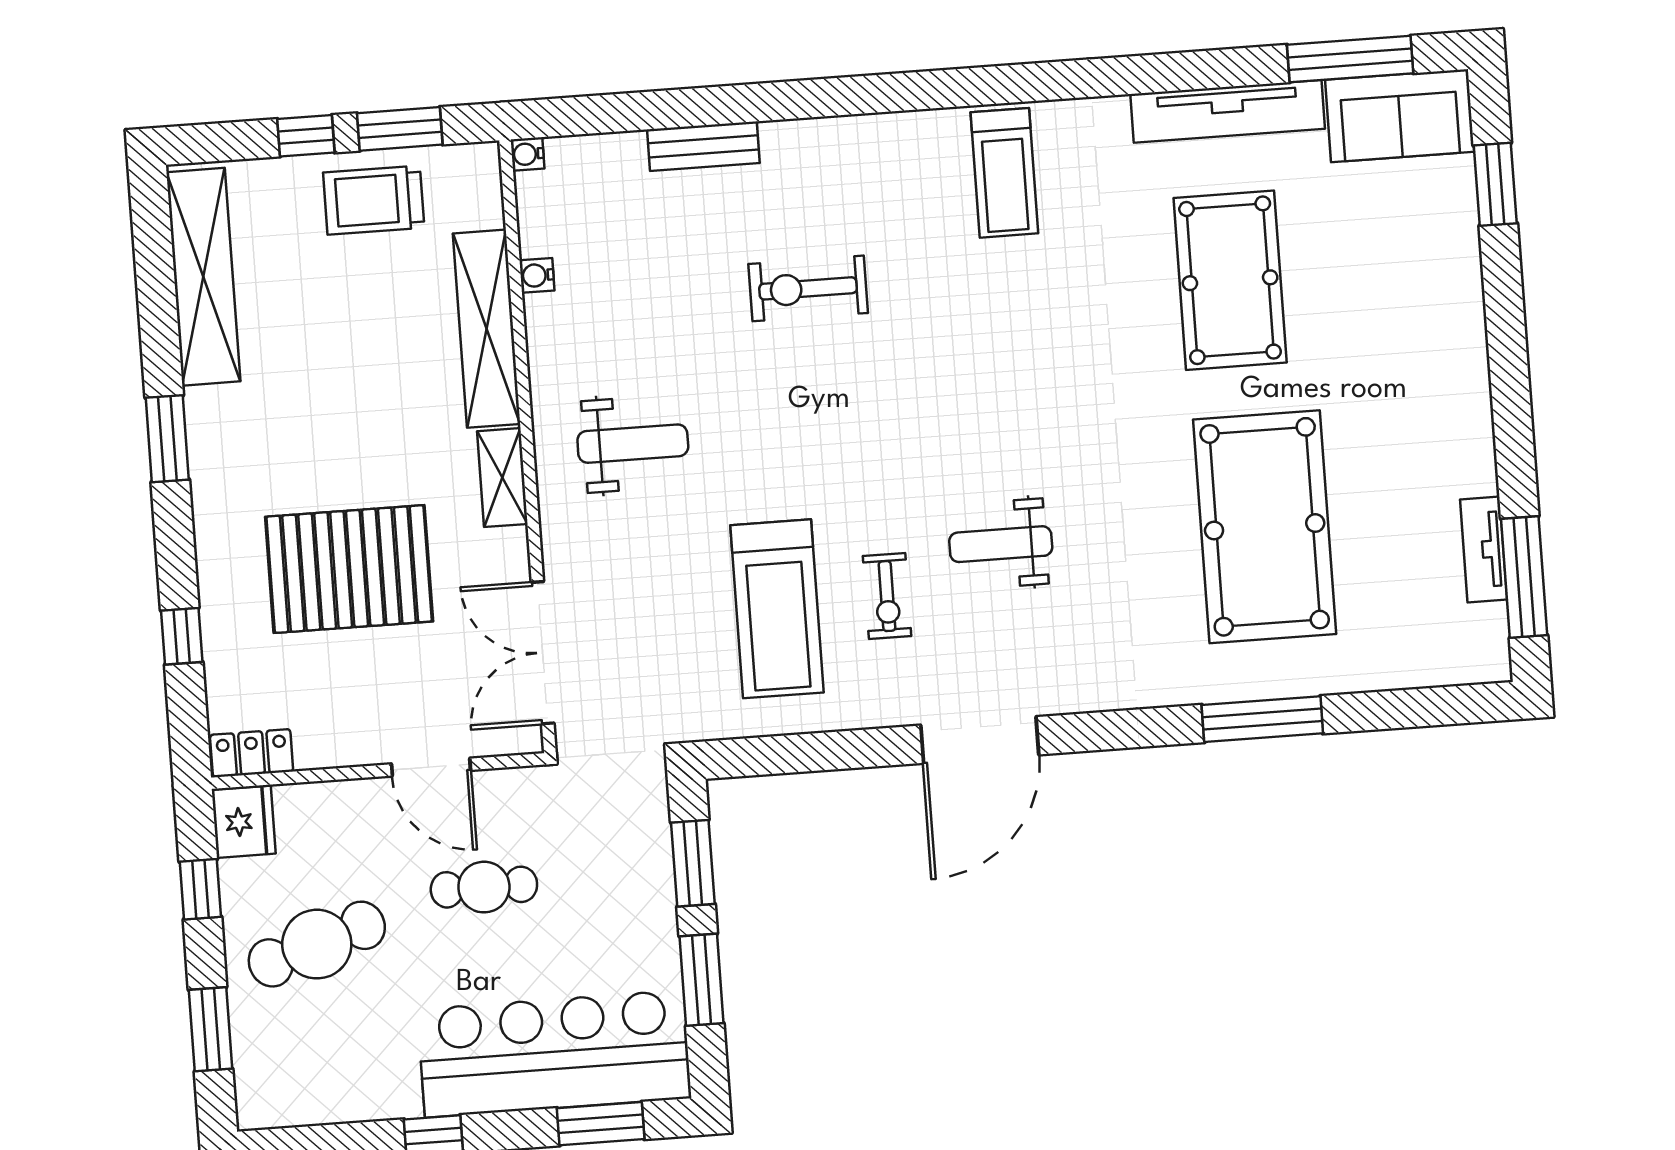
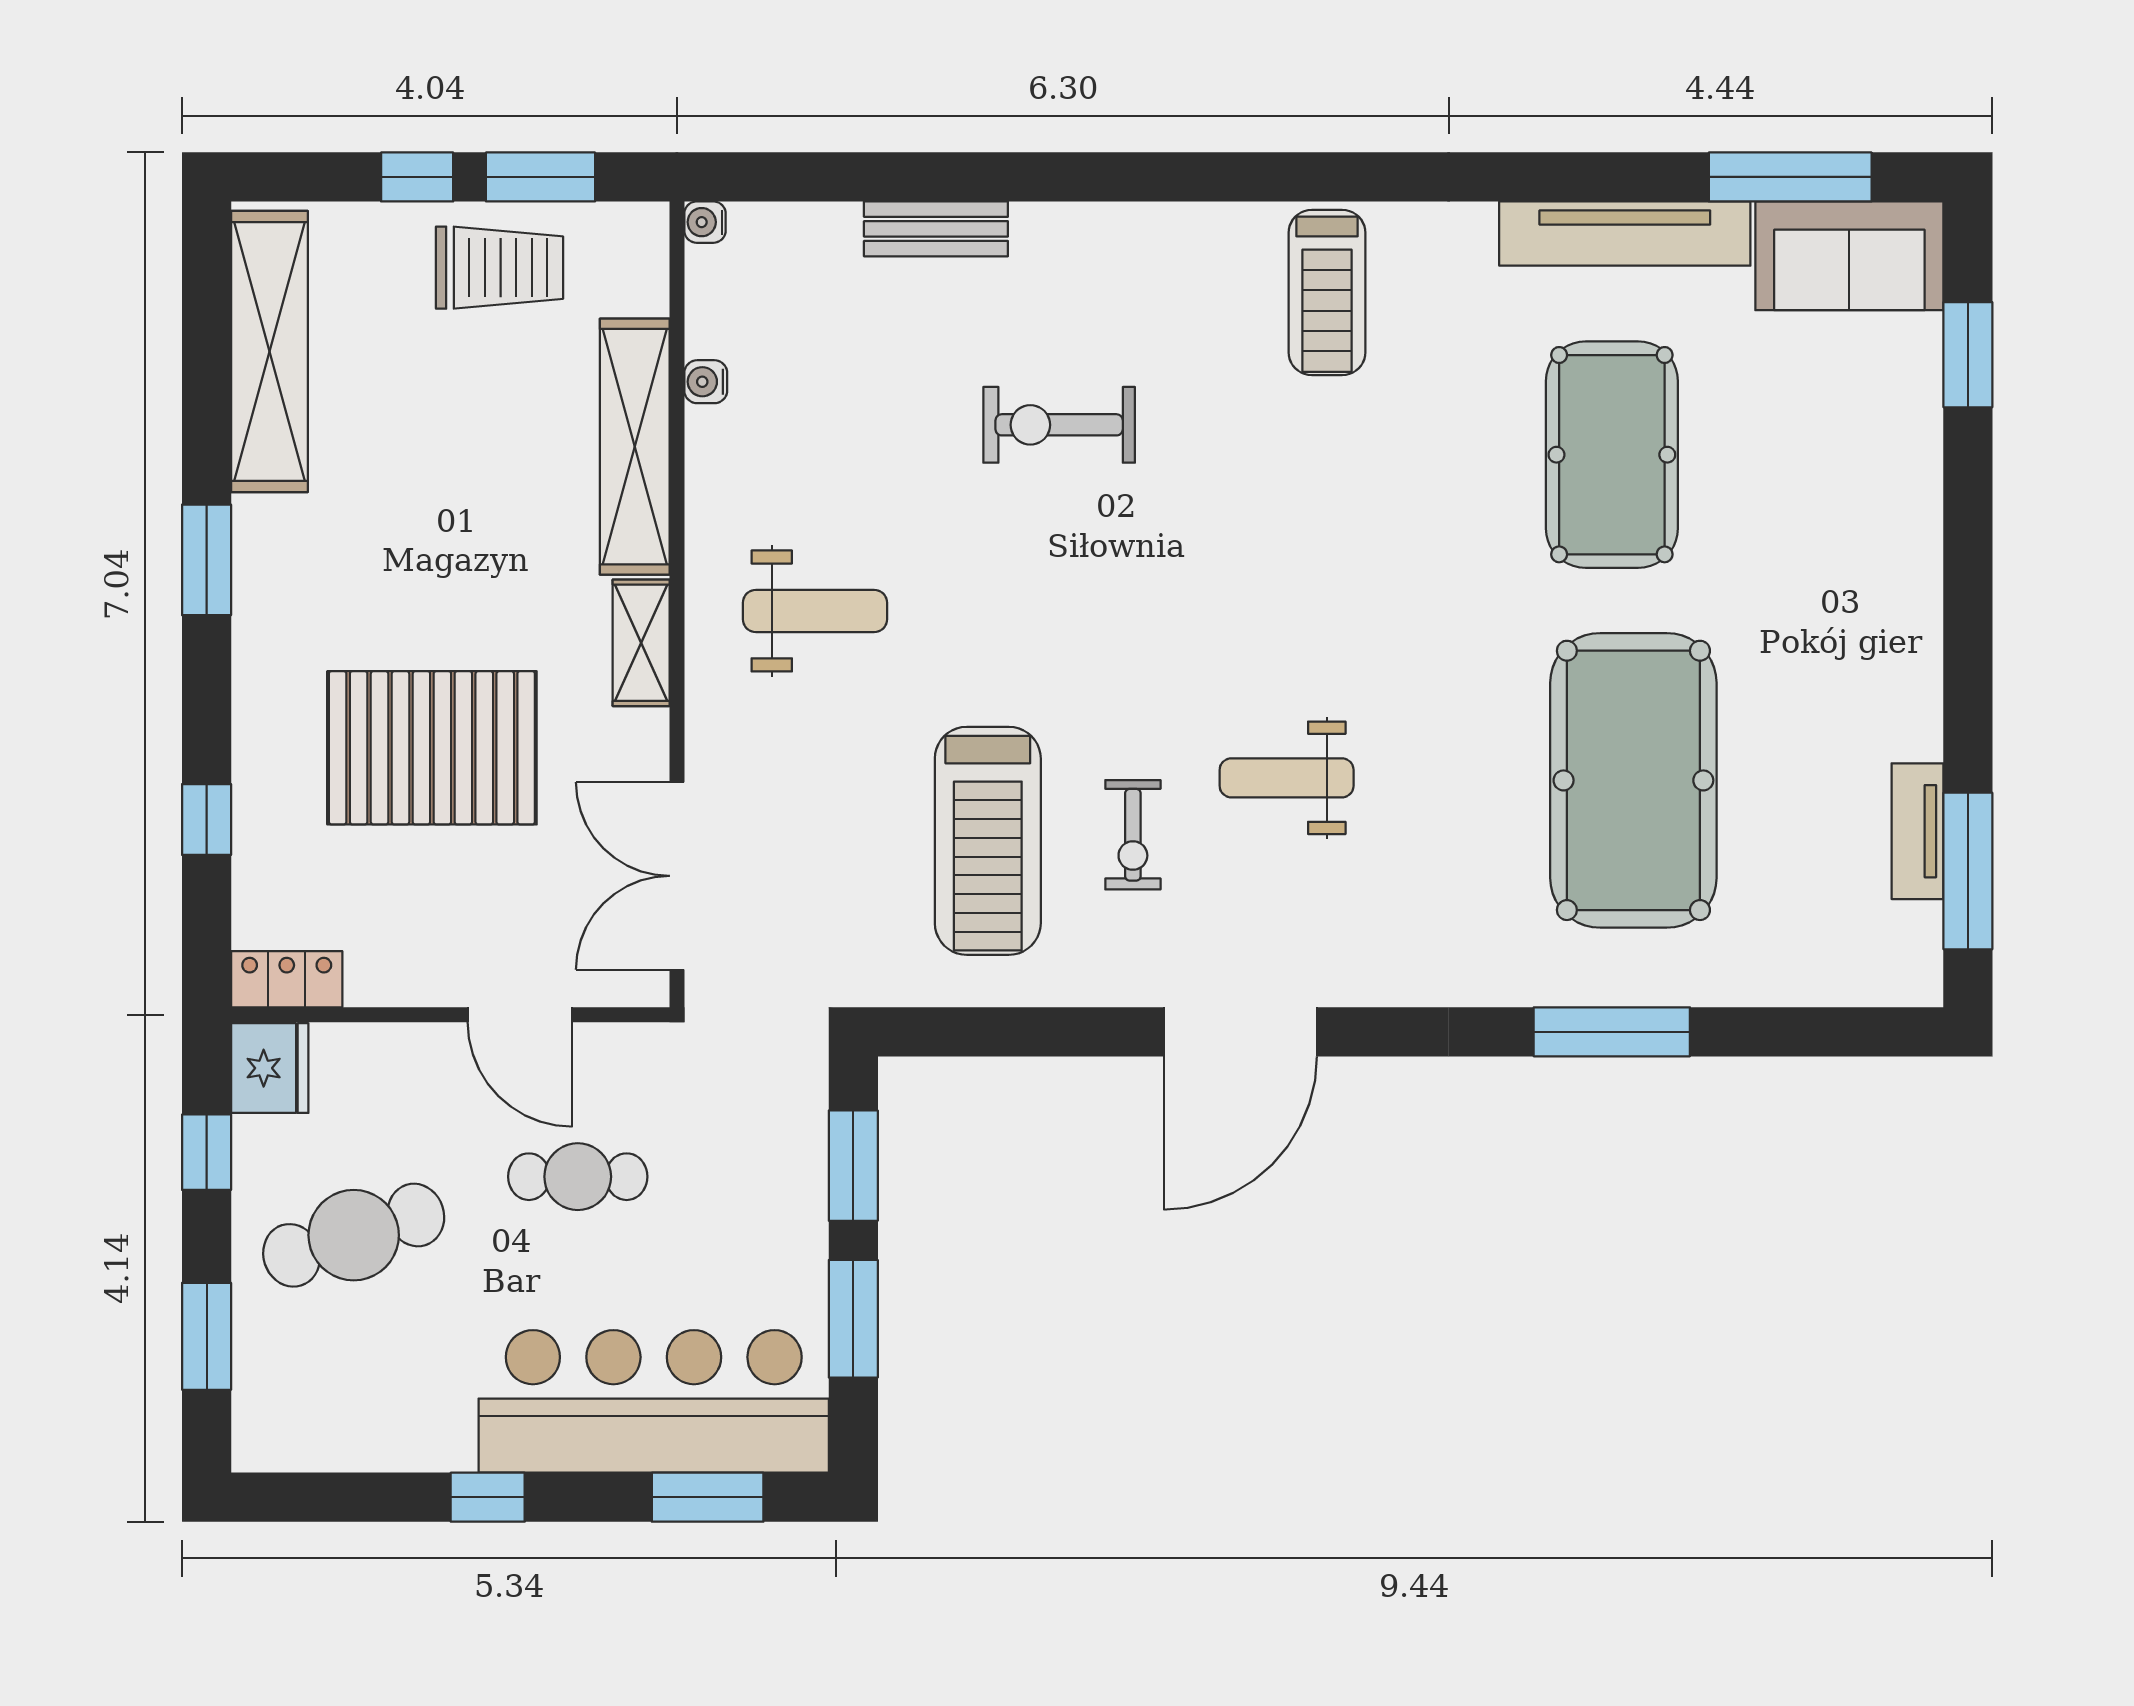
trolley: (374, 200) -> (500, 268), turned 180

